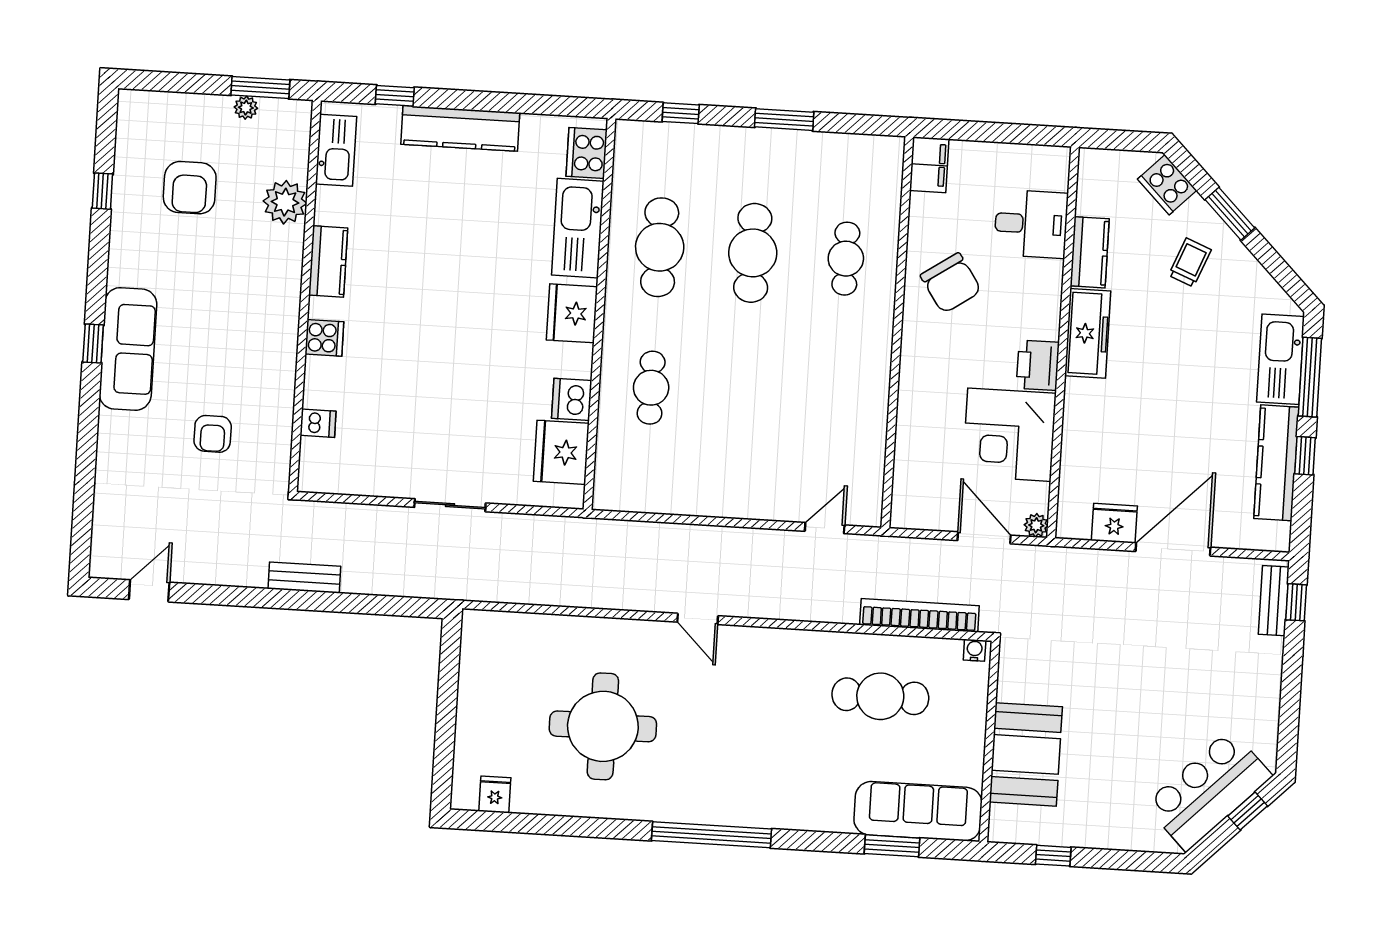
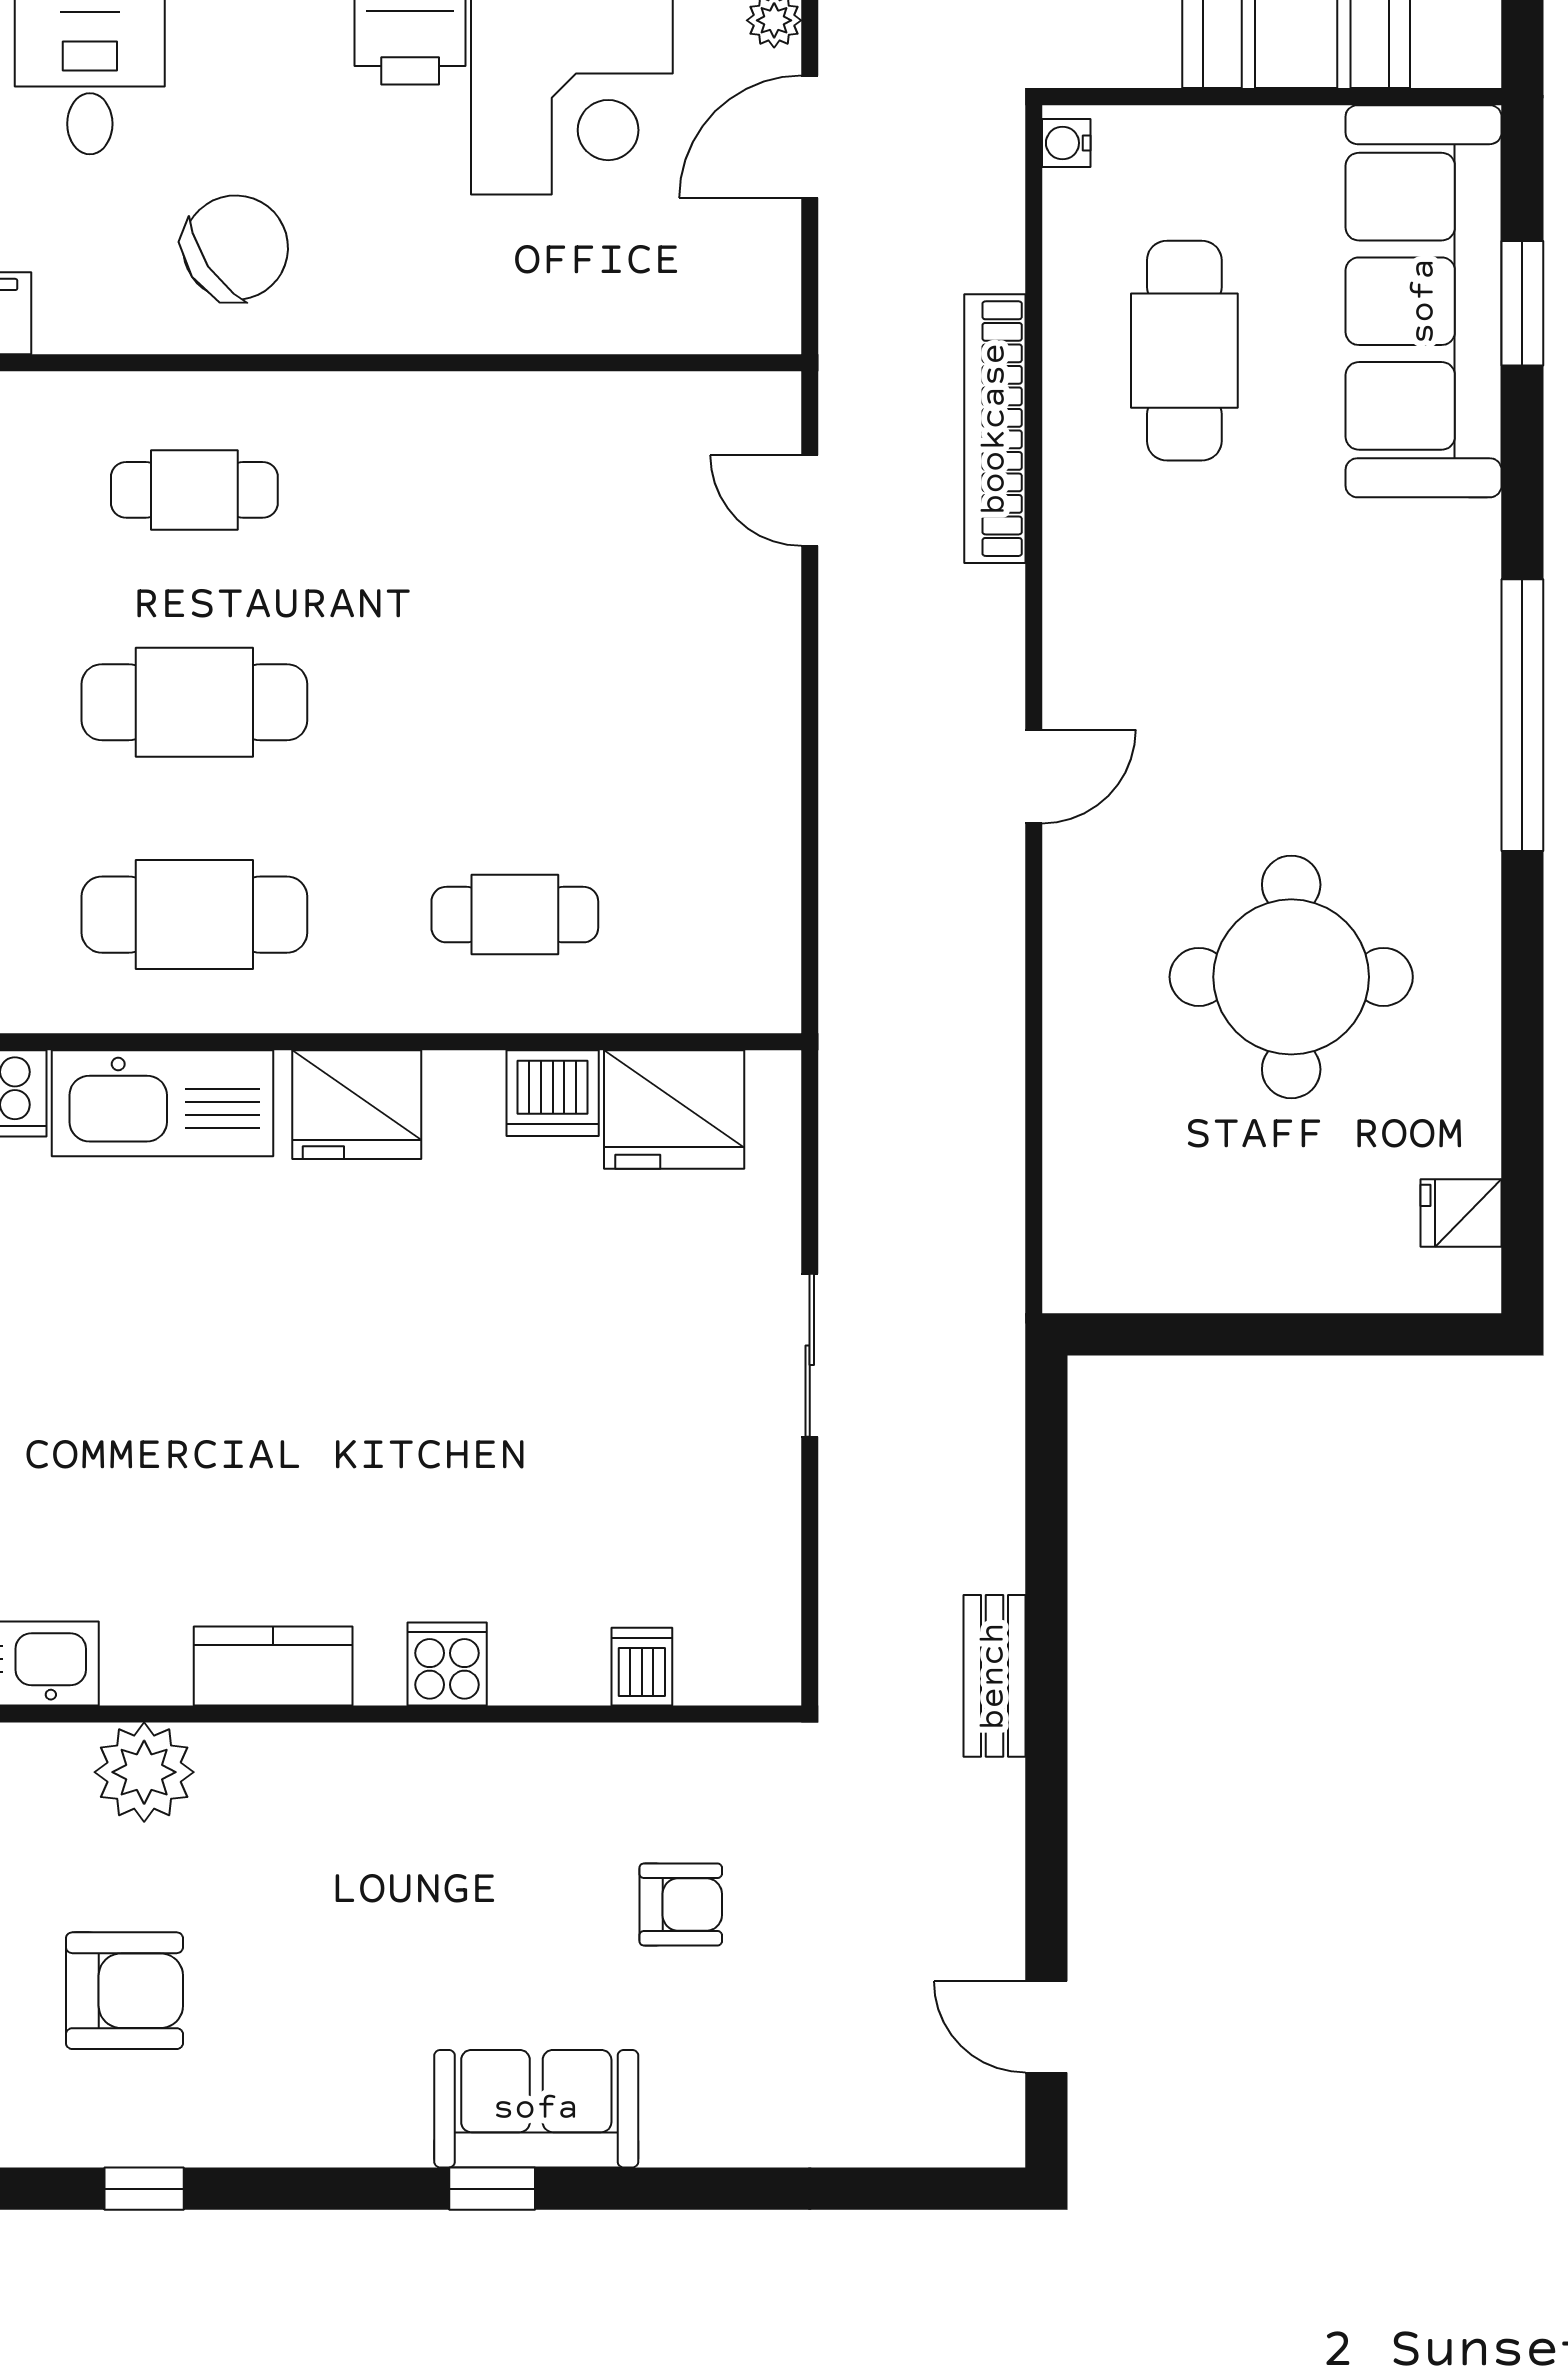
sofa: (128, 349) -> (536, 2109), width x0.73
bookcase: (919, 615) -> (995, 429), moved
sofa: (918, 811) -> (1424, 301), width x1.36, depth x1.27

